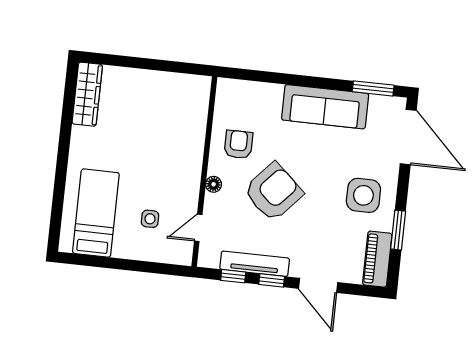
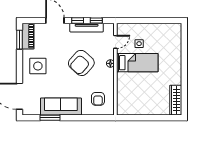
window: (373, 88) -> (50, 118), moved
armchair: (238, 144) -> (98, 99), moved
bed: (96, 213) -> (137, 63), moved, turned -90
window: (398, 230) -> (19, 40), moved

